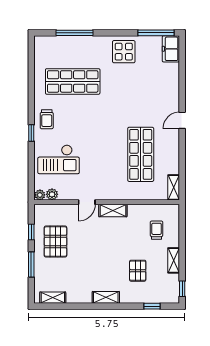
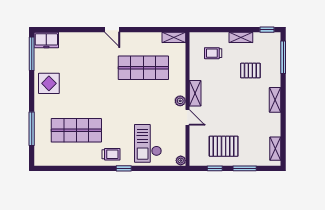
shop shelf: (73, 81) -> (76, 130), turned 90
checkout: (59, 159) -> (148, 143), turned 180
plant: (52, 194) -> (180, 101), moved
window: (152, 306) -> (283, 57), width x2.17

